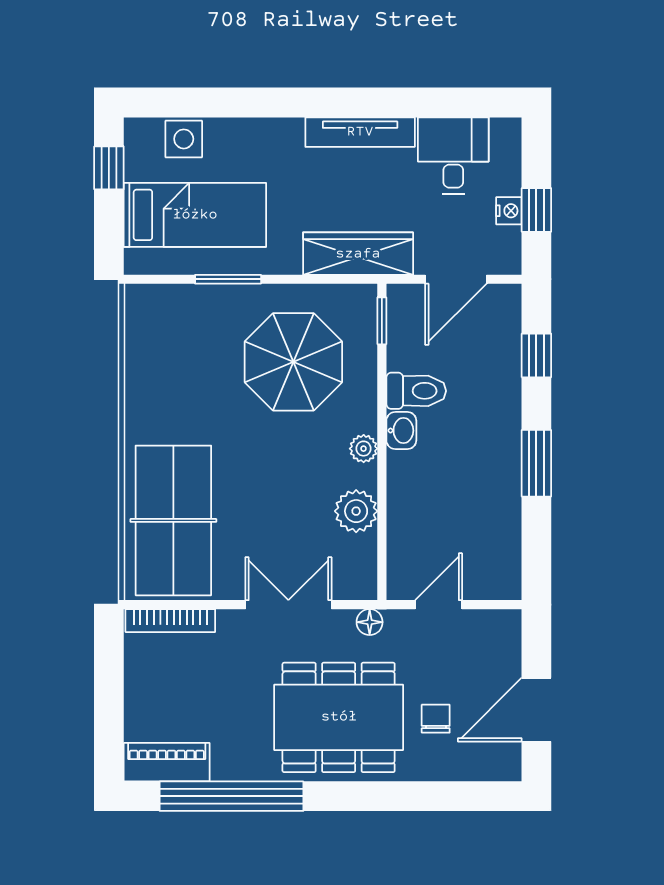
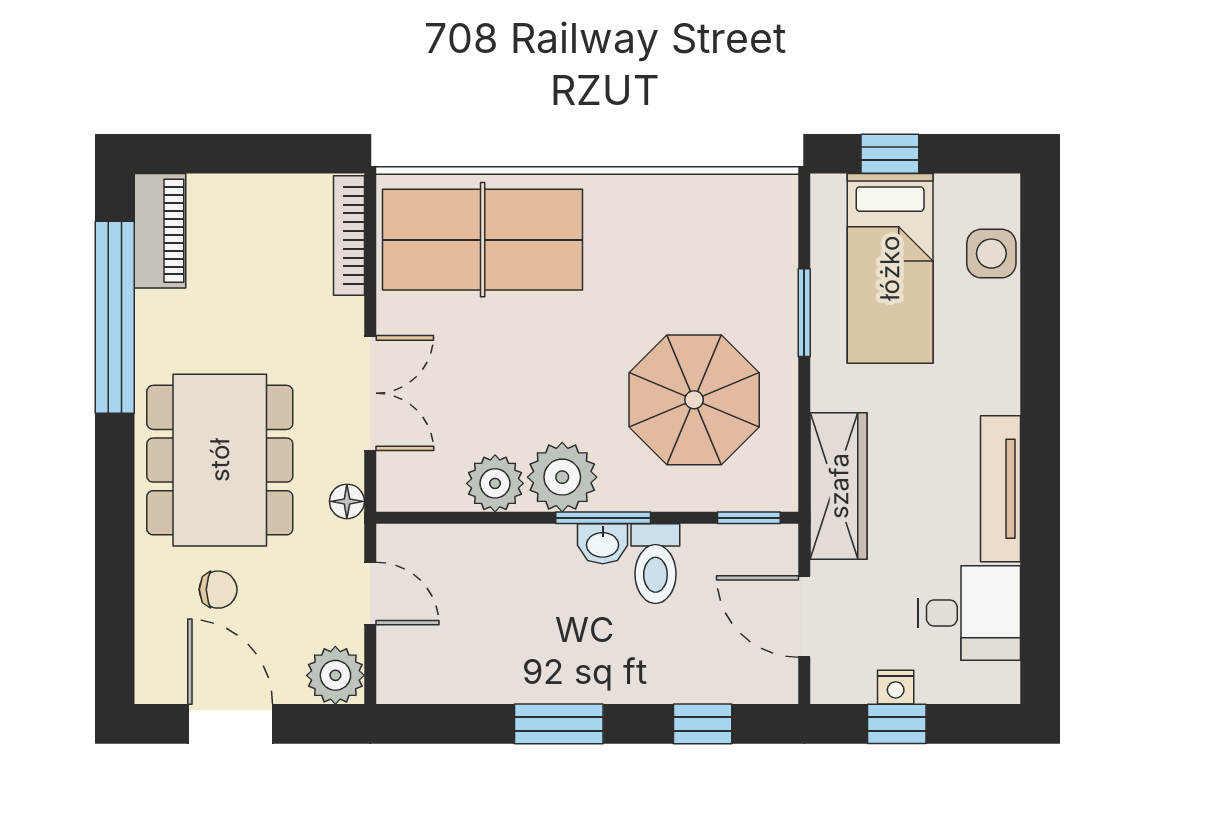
window: (109, 168) -> (890, 154), moved
window: (382, 430) -> (603, 518), added
plant: (364, 449) -> (562, 477), width x1.87, depth x1.87
plant: (500, 631) -> (335, 675), added

